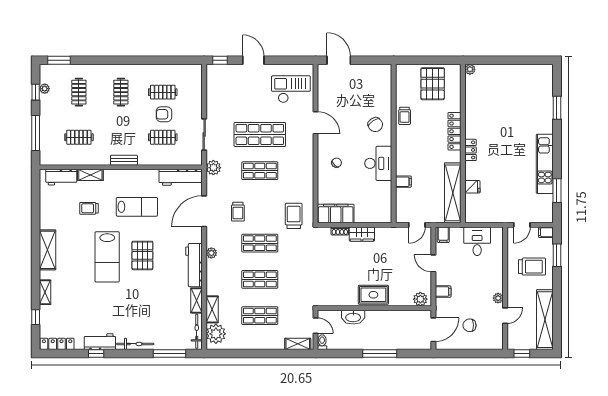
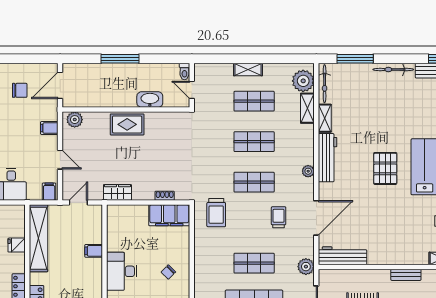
lab bench: (137, 207) -> (391, 223), removed
wardrobe: (362, 234) -> (117, 192), moved
shelving: (298, 344) -> (248, 69), moved

